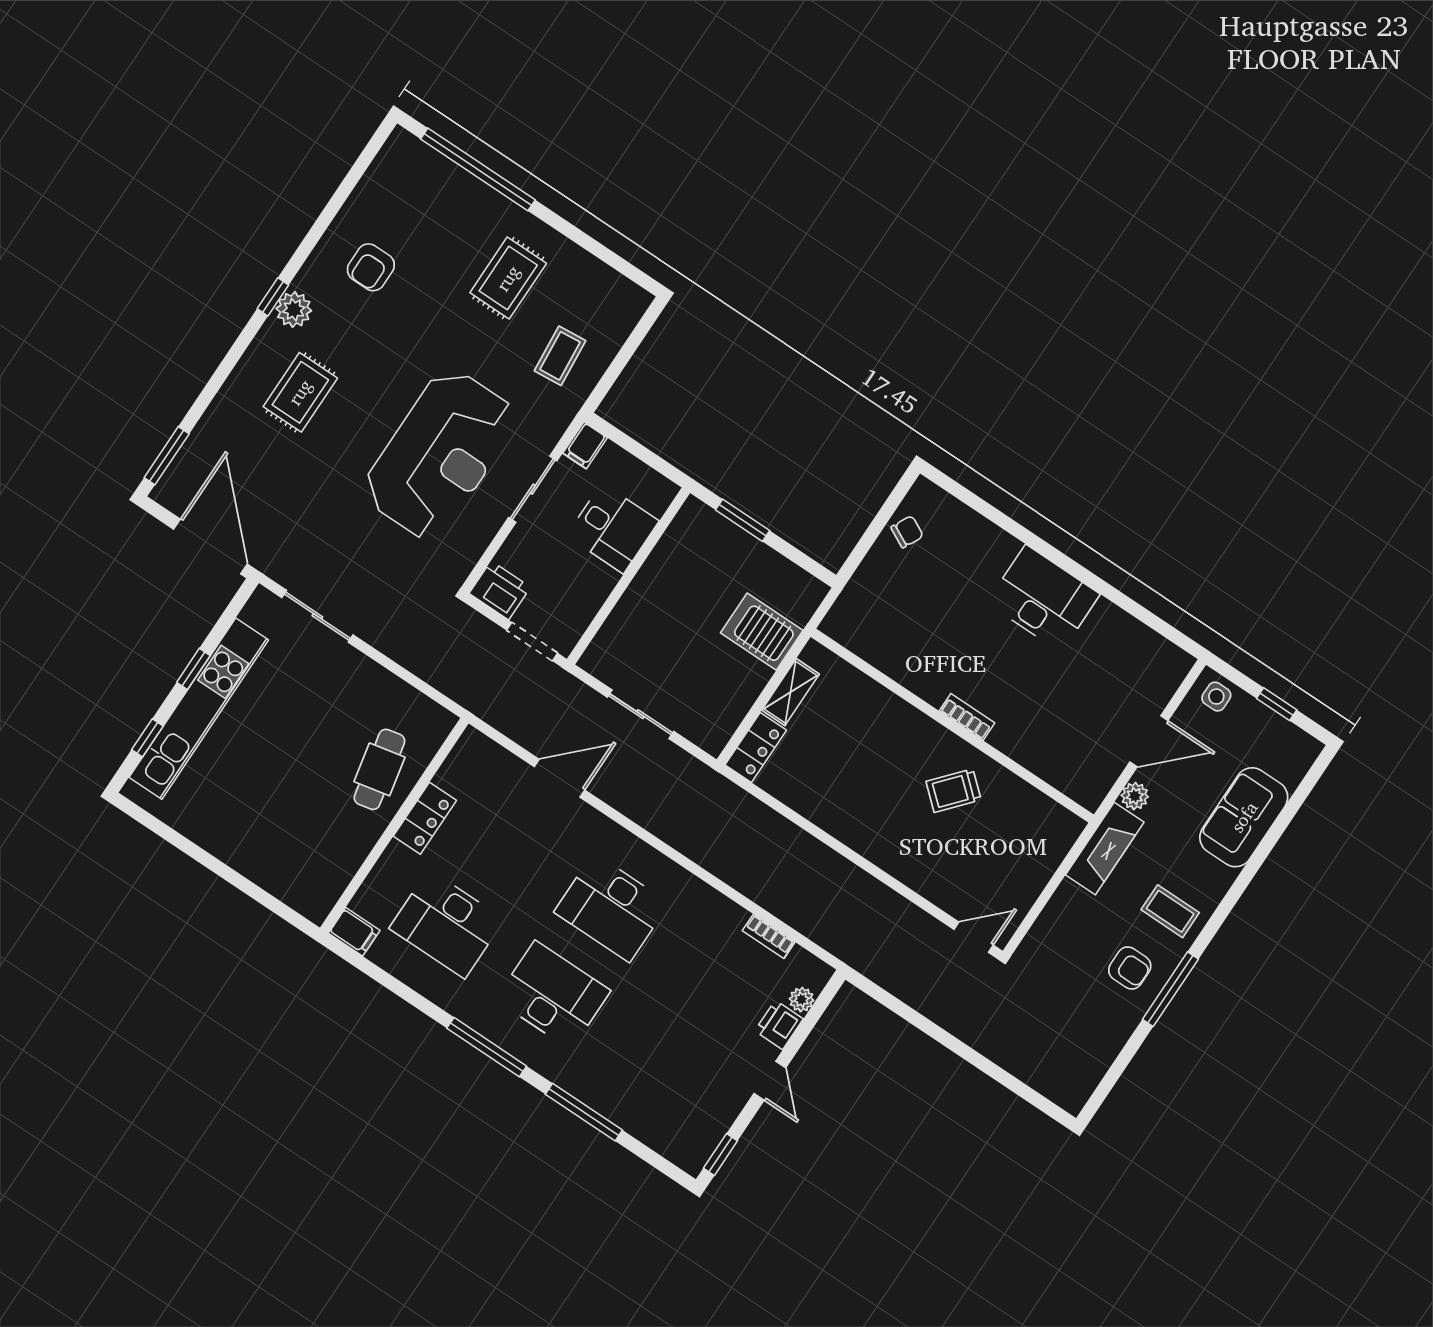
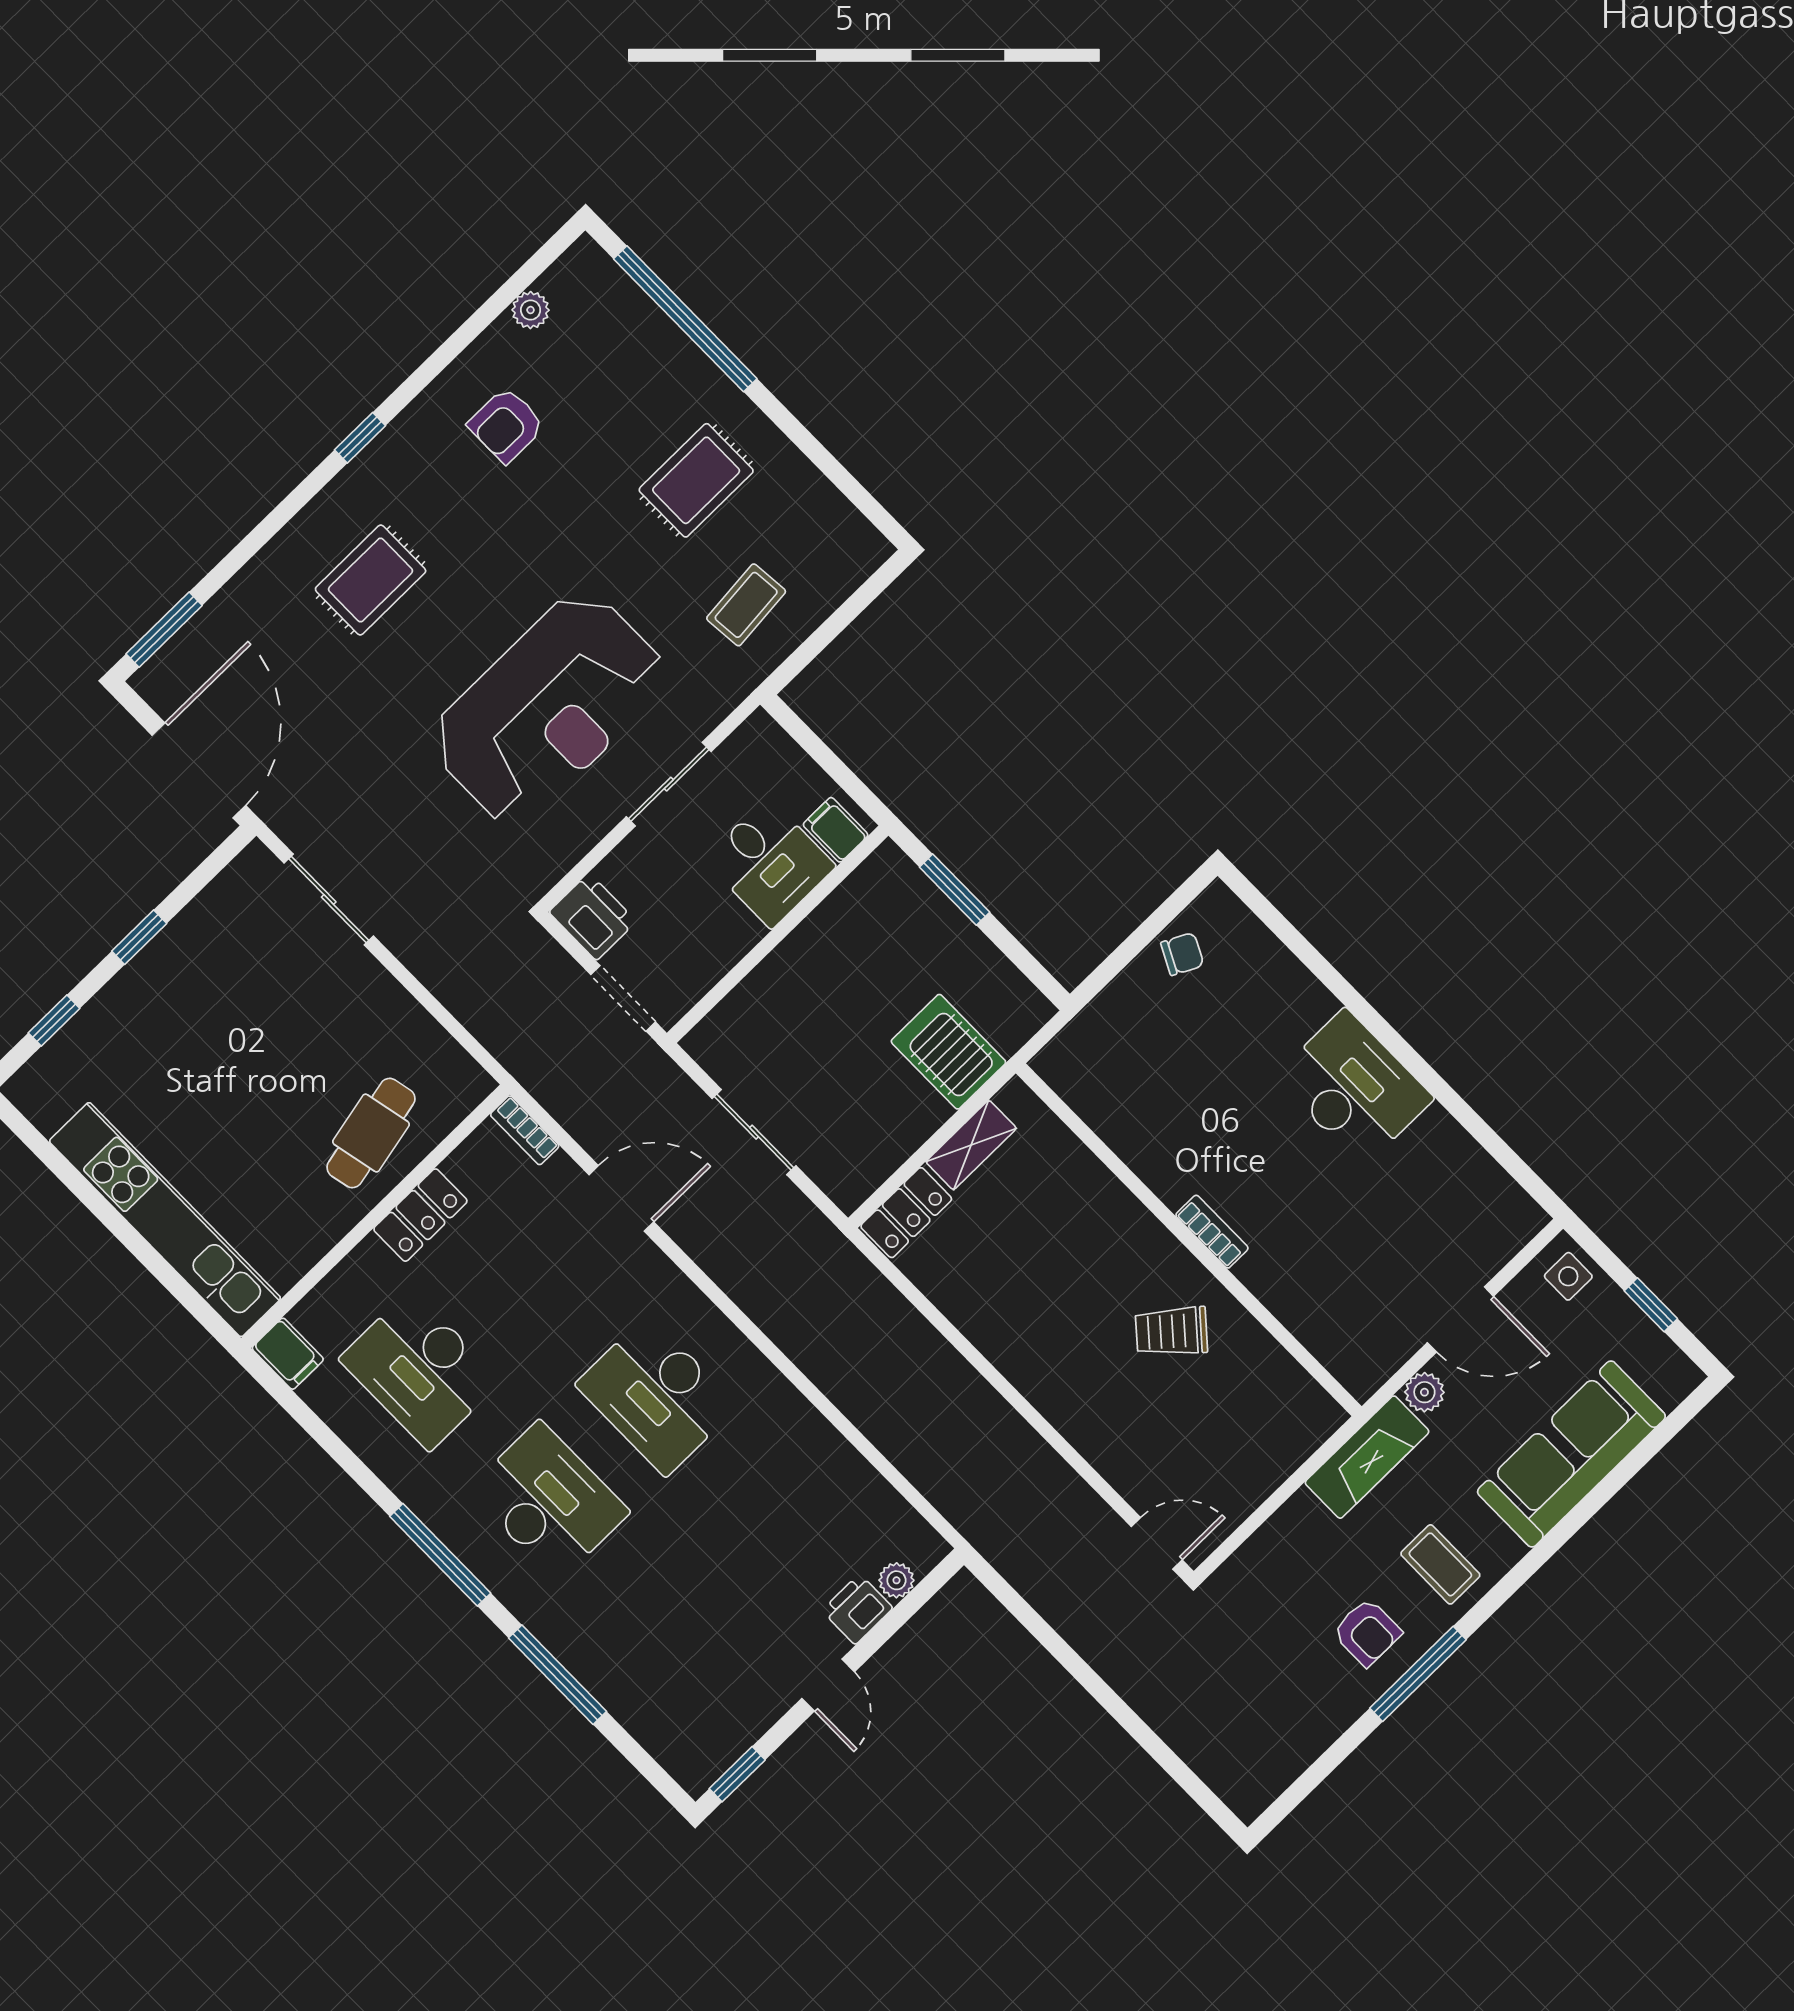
plant: (294, 310) -> (531, 310), moved, width x0.73, depth x0.73
filing cabinet: (585, 445) -> (836, 830), moved, turned 90
kitchen unit: (199, 709) -> (165, 1220), moved, turned -90
sofa: (1244, 817) -> (1571, 1454), width x1.36
bookcase: (769, 936) -> (525, 1130), moved

